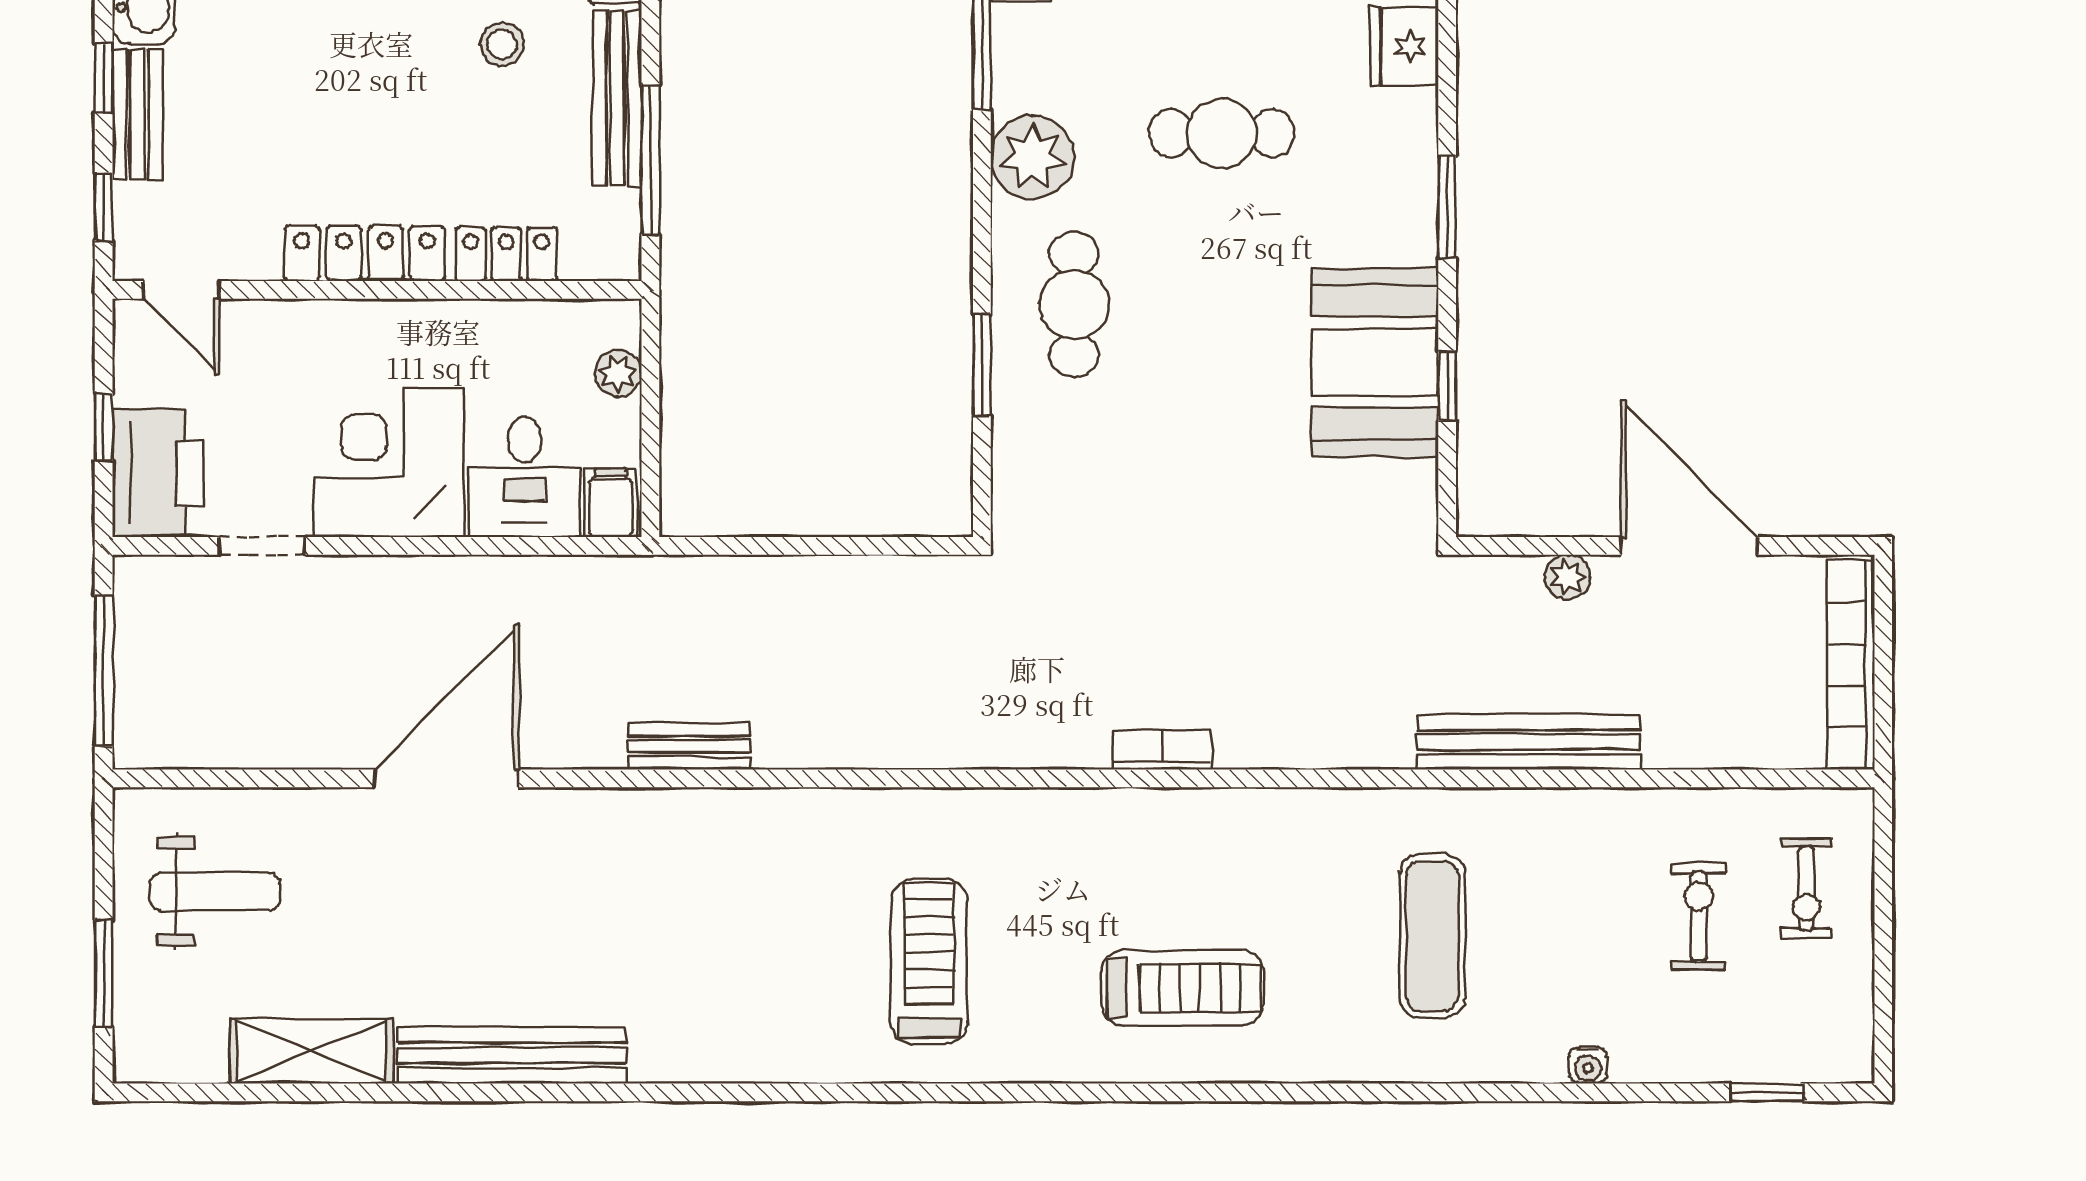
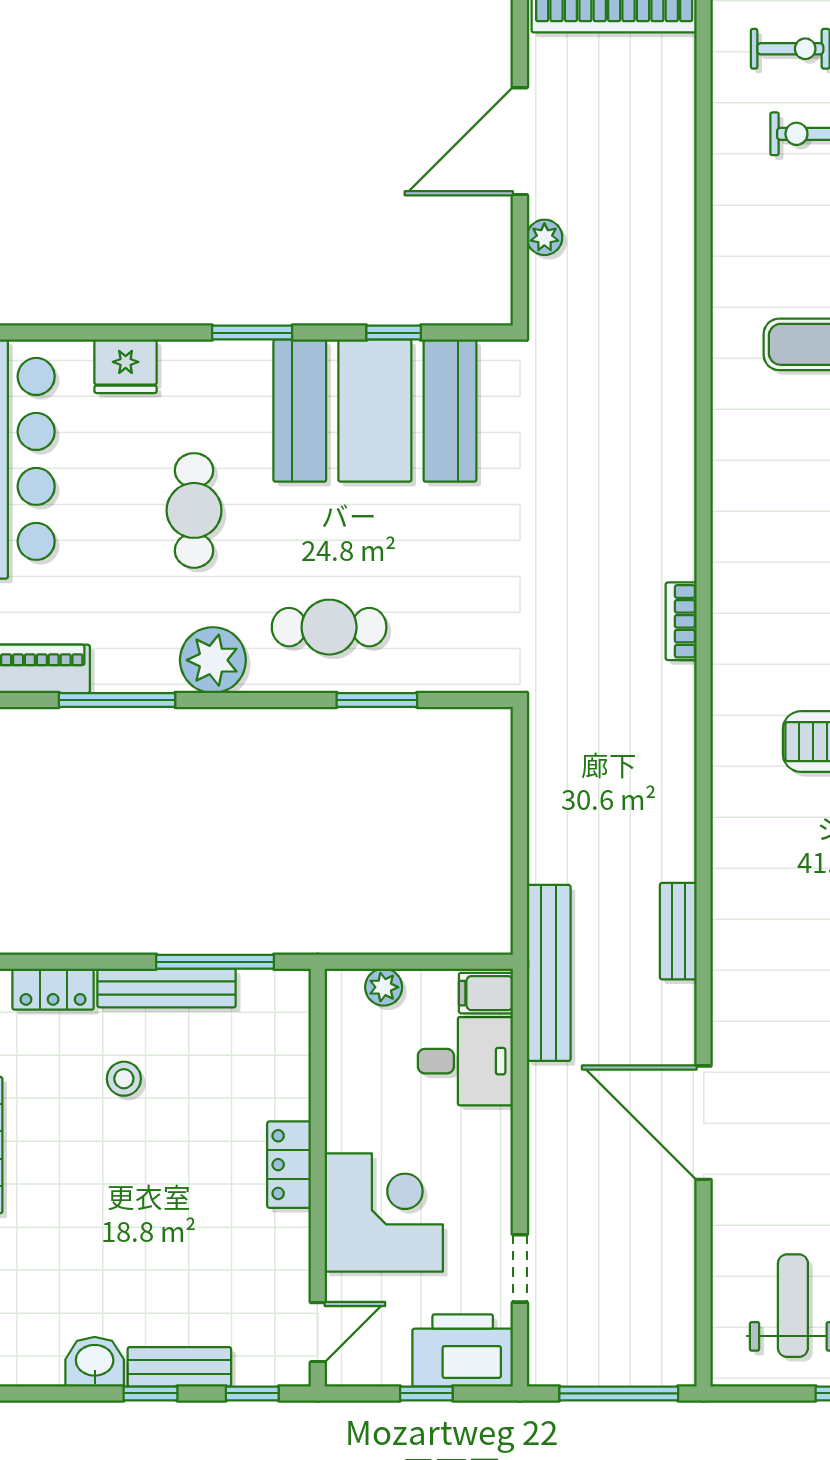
locker: (365, 254) -> (289, 1165), width x0.66
locker: (506, 254) -> (290, 1076), removed
booth: (1375, 362) -> (375, 411), width x1.36, depth x1.42
corner desk: (389, 462) -> (384, 1213), moved, turned 180
bench: (1529, 742) -> (549, 973), moved
bookcase: (1162, 750) -> (681, 621), moved

